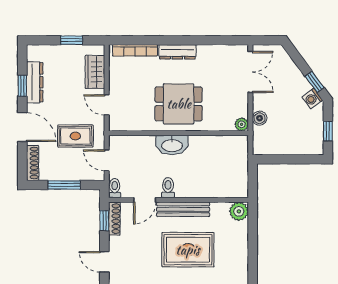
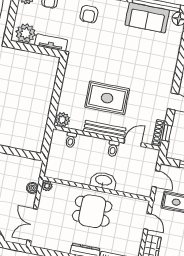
toilet: (115, 188) -> (71, 140), moved

